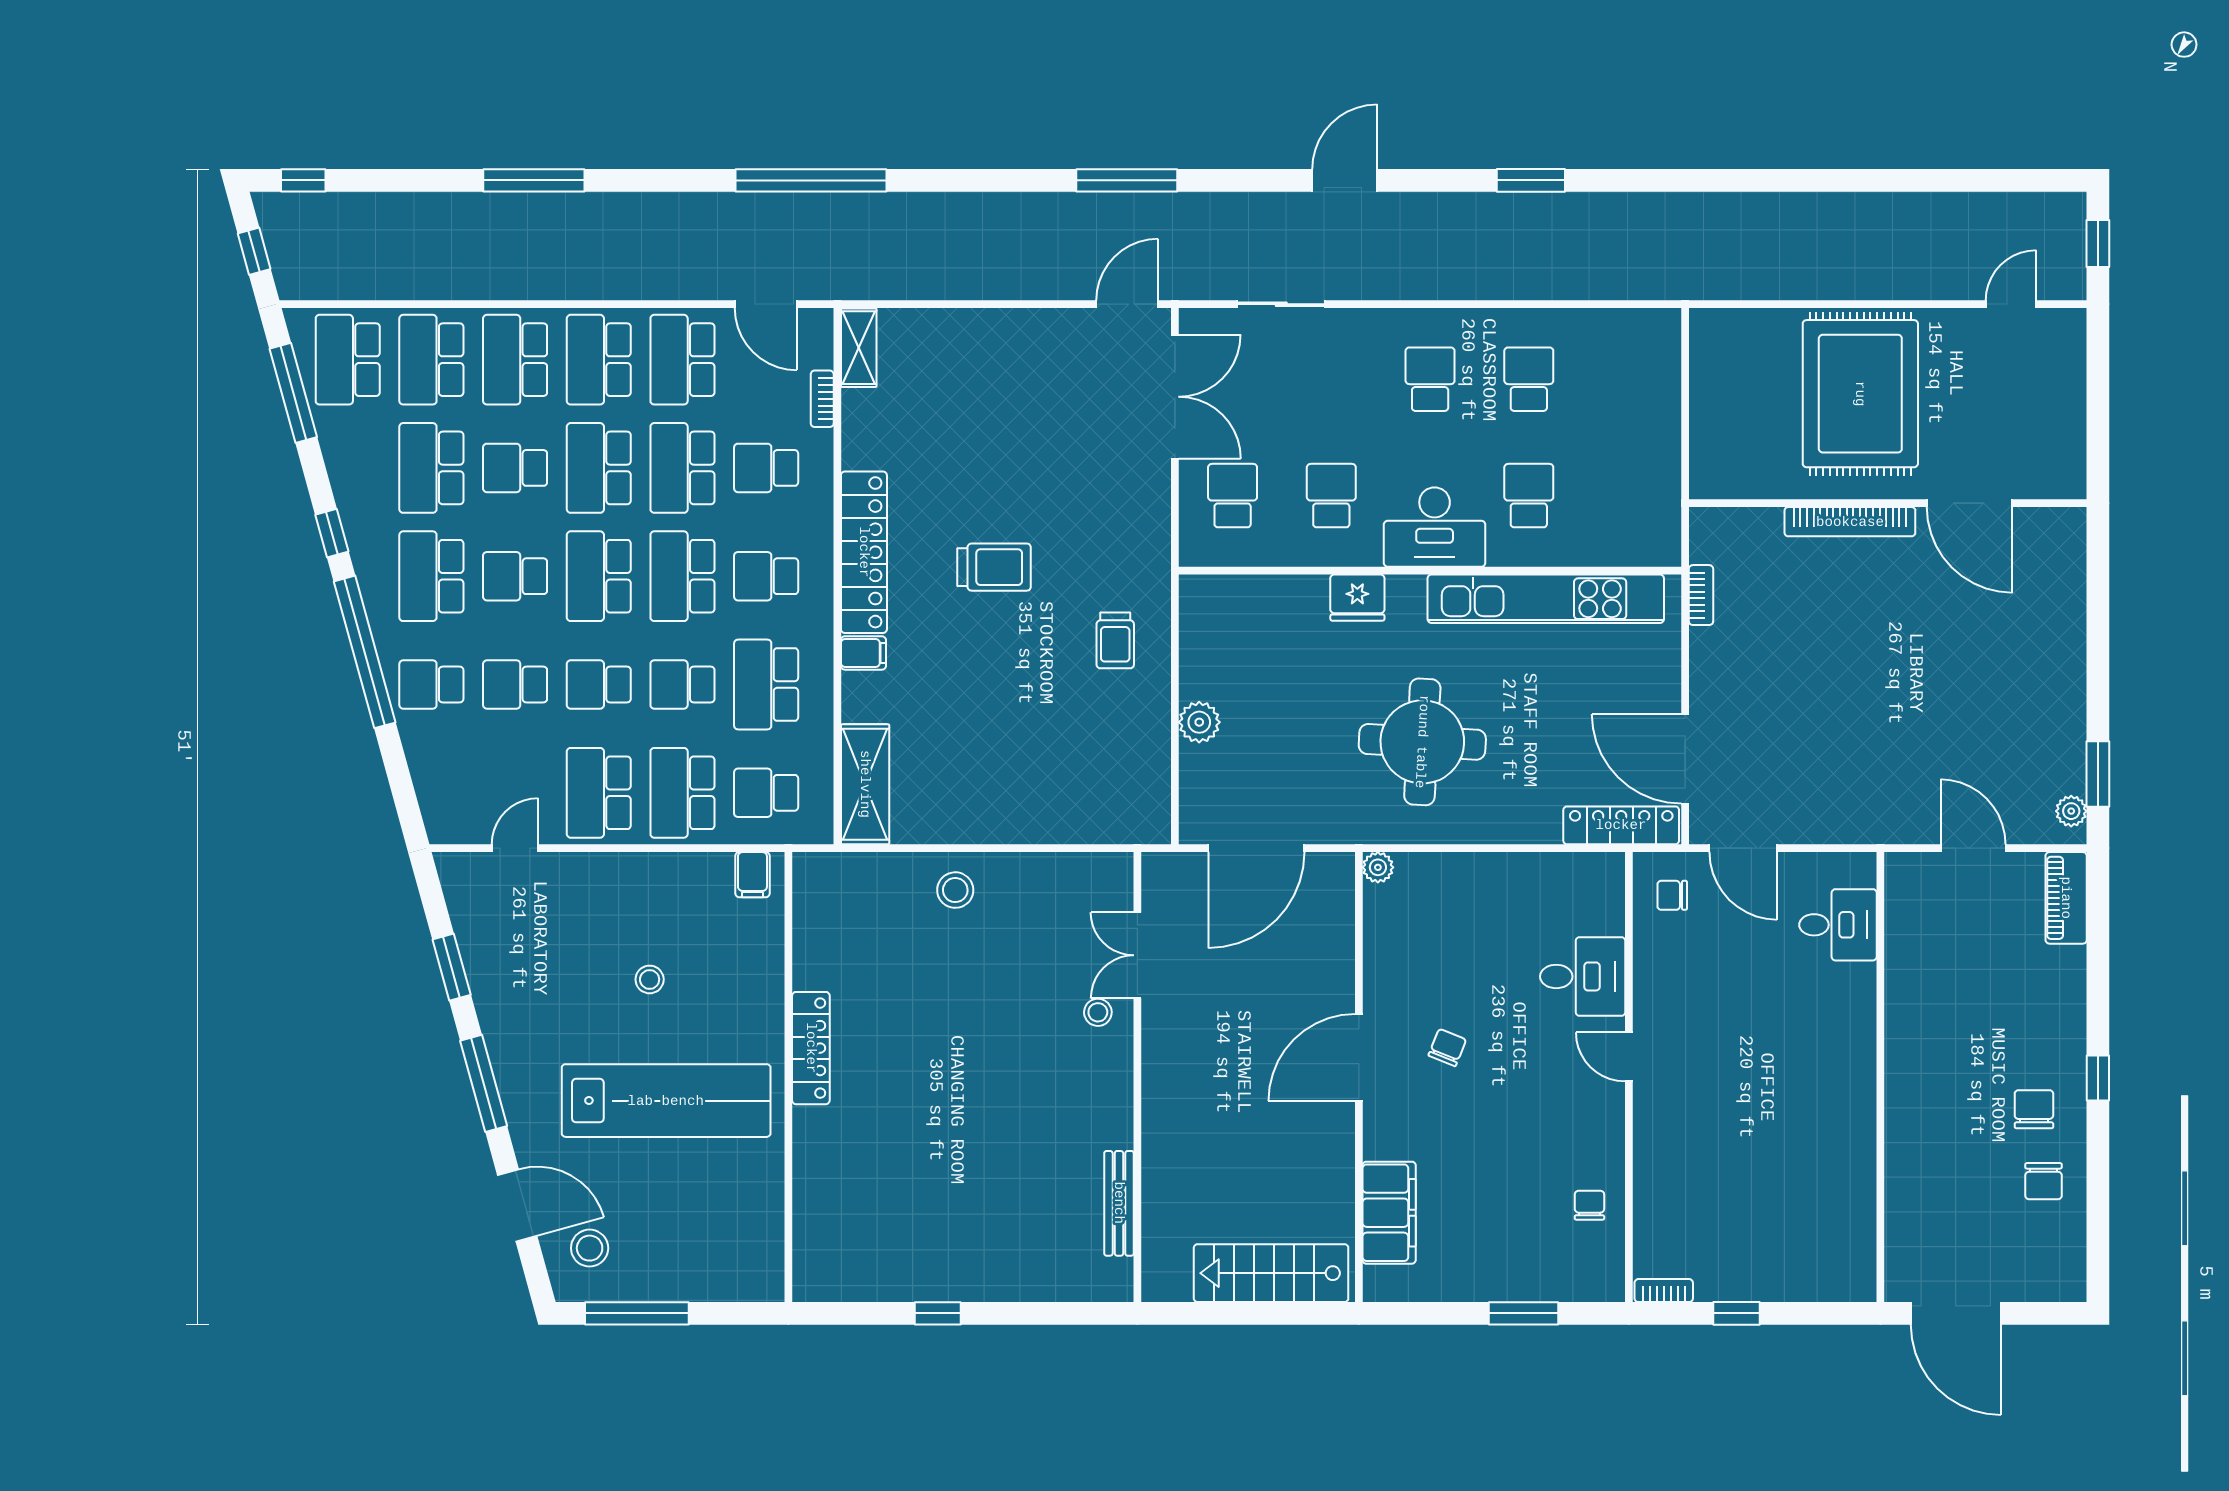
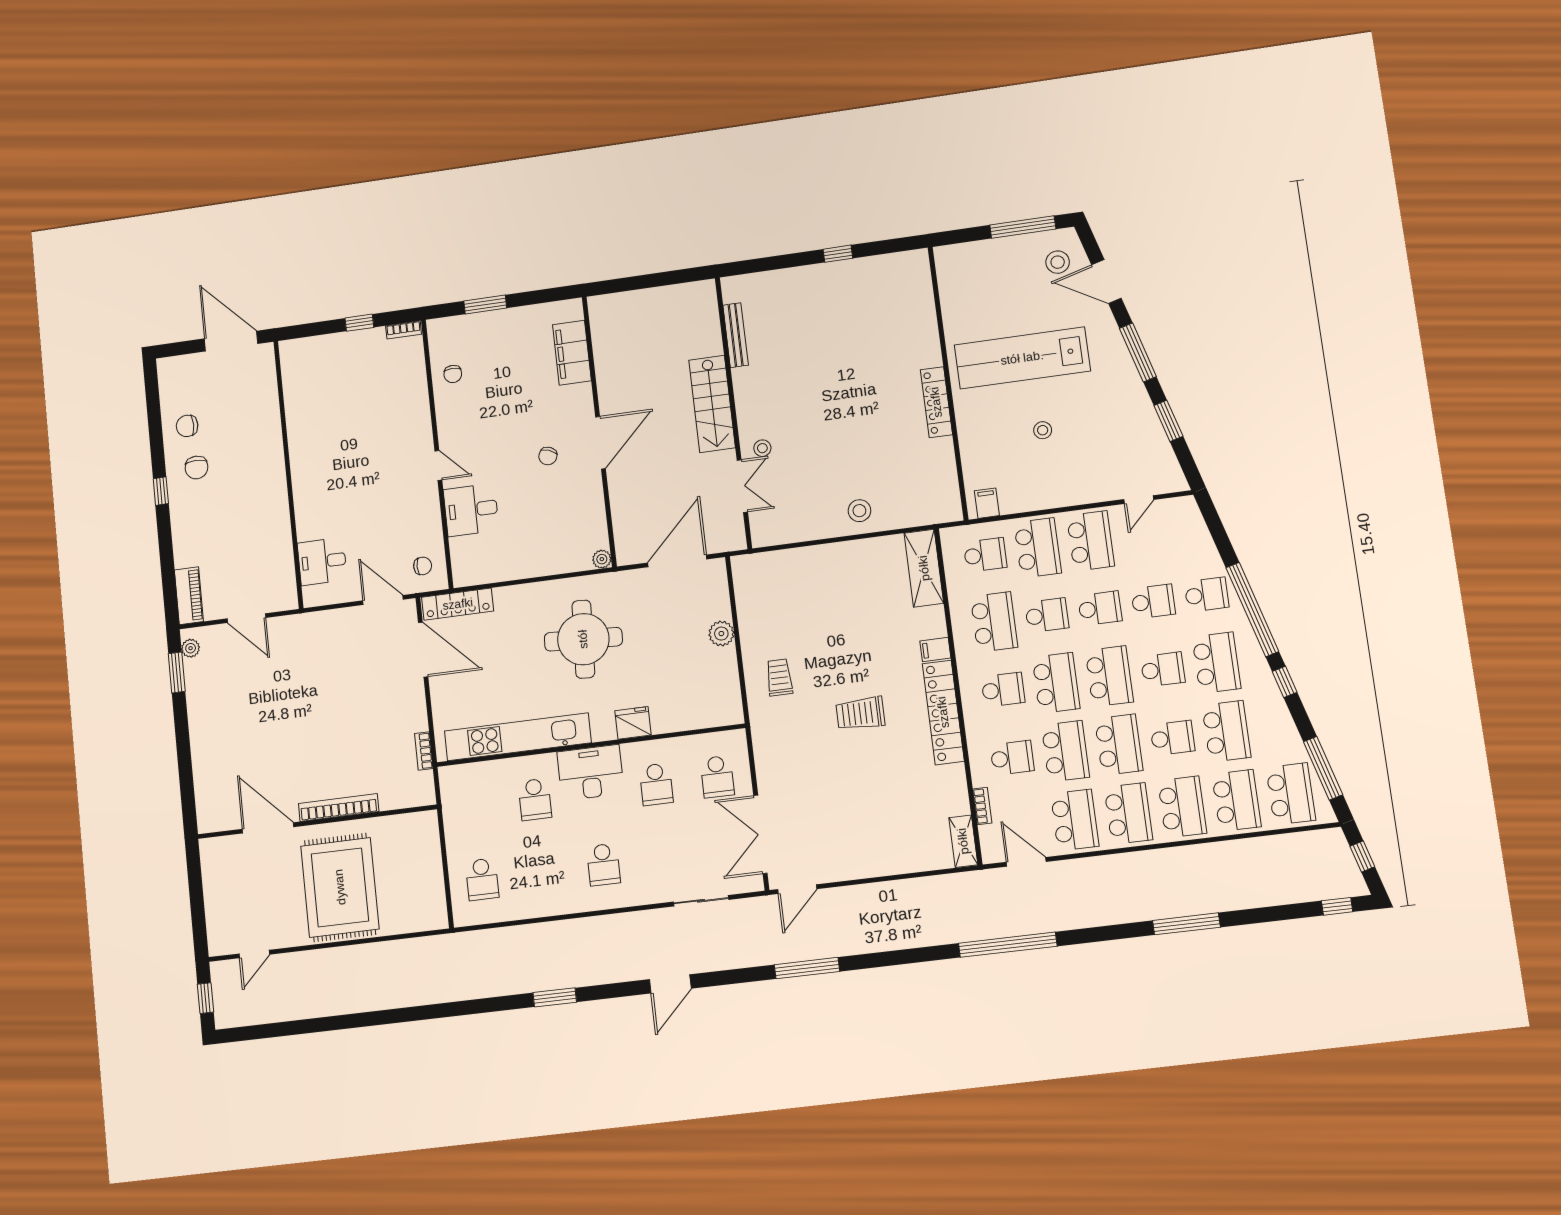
school desk: (1529, 379) -> (482, 879), moved
chair: (2044, 1181) -> (187, 426), turned -90
stairs: (1271, 1273) -> (712, 404), moved, turned 90

